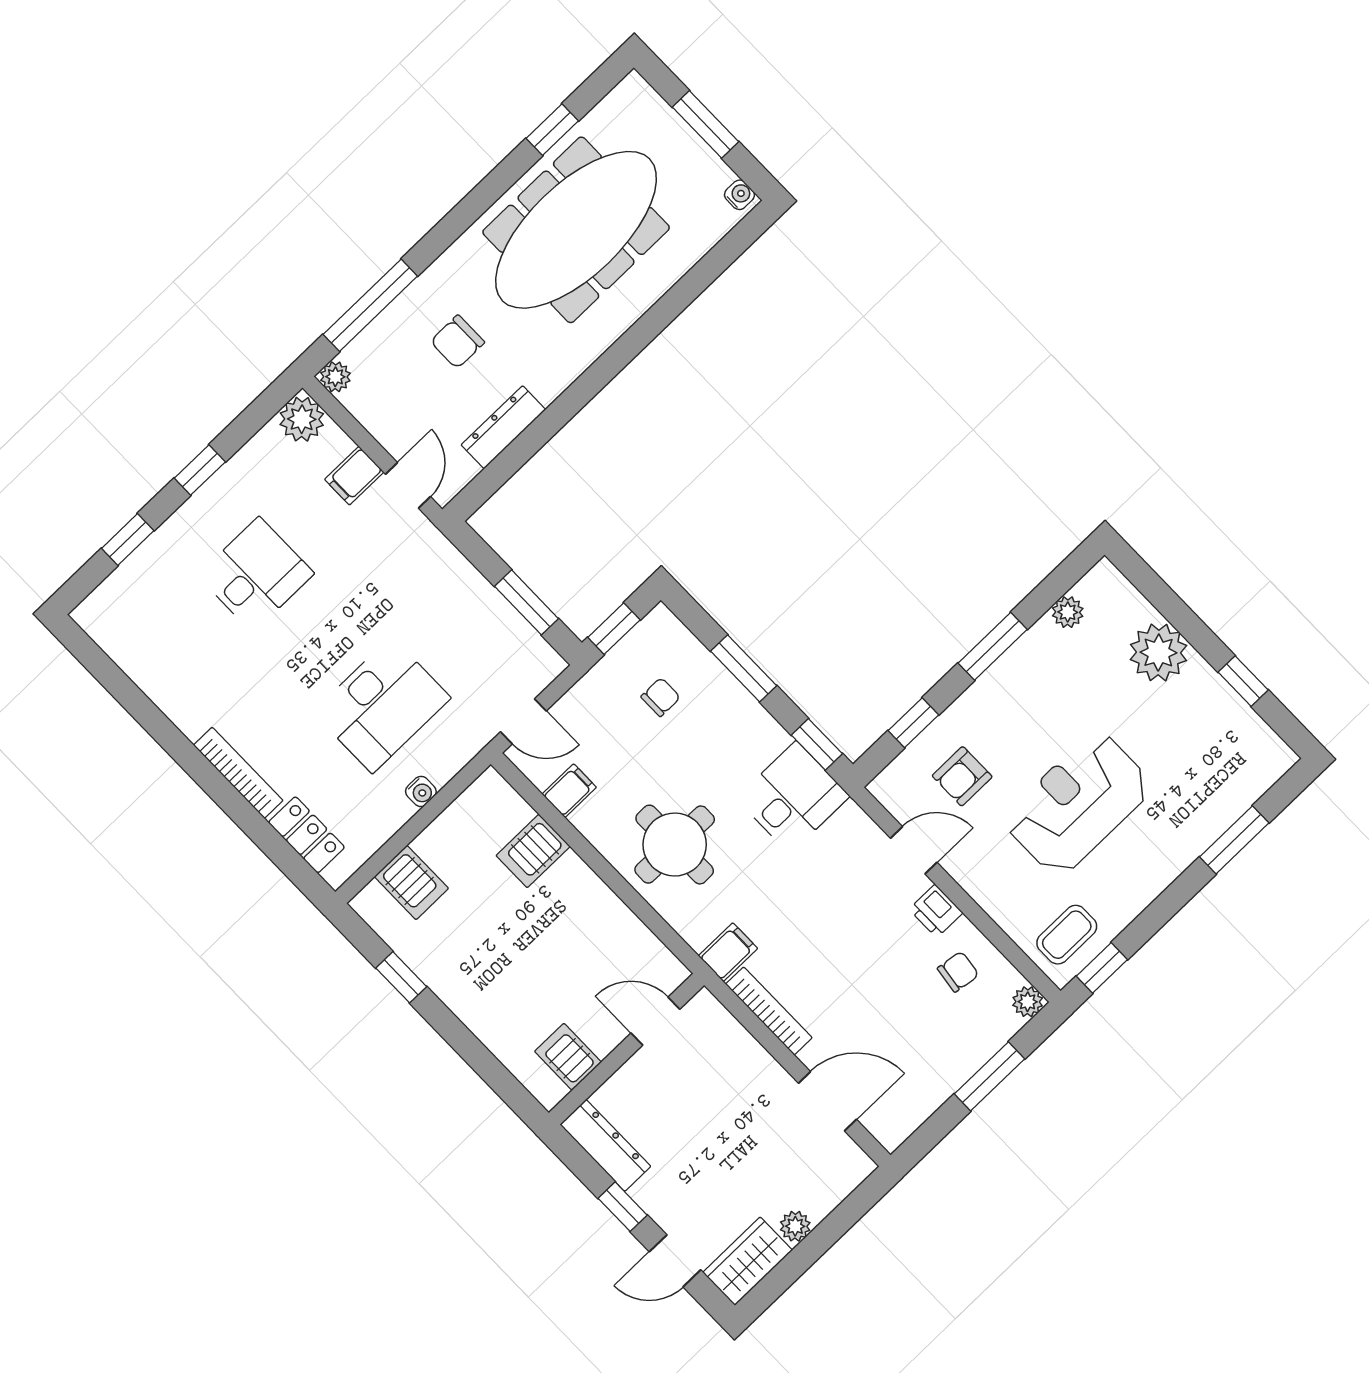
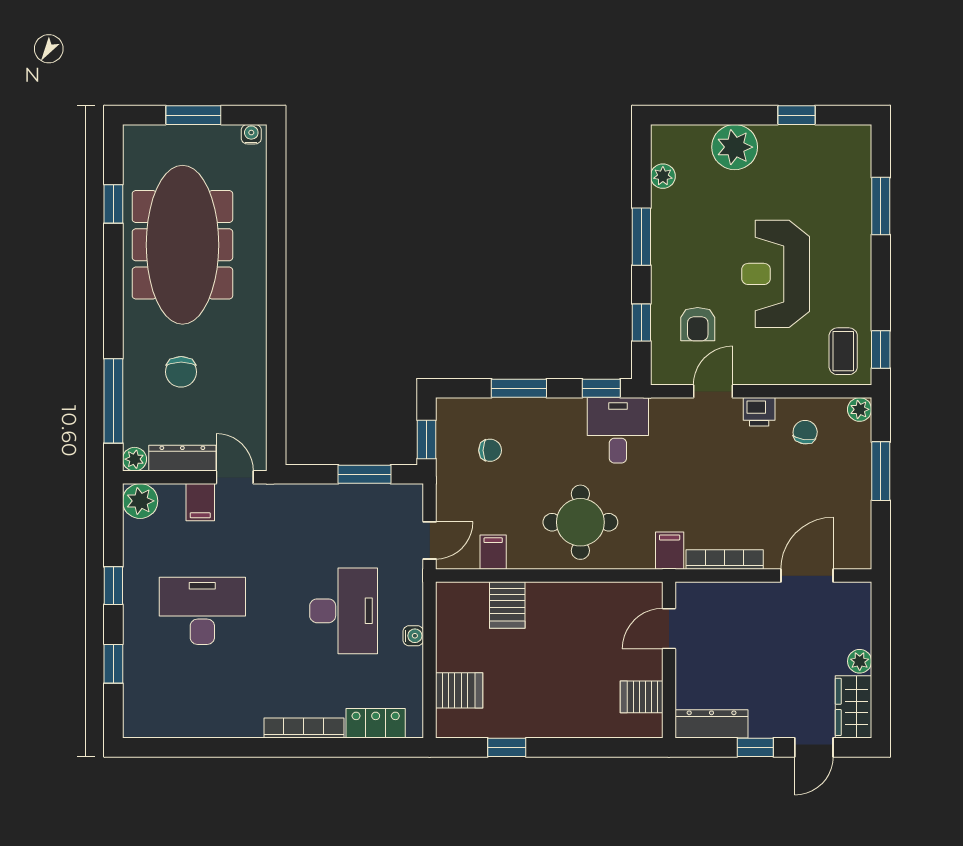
dresser: (503, 427) -> (182, 458), moved, turned 90
desk: (256, 574) -> (202, 611), width x1.37
chair: (661, 697) -> (490, 450), turned 90

